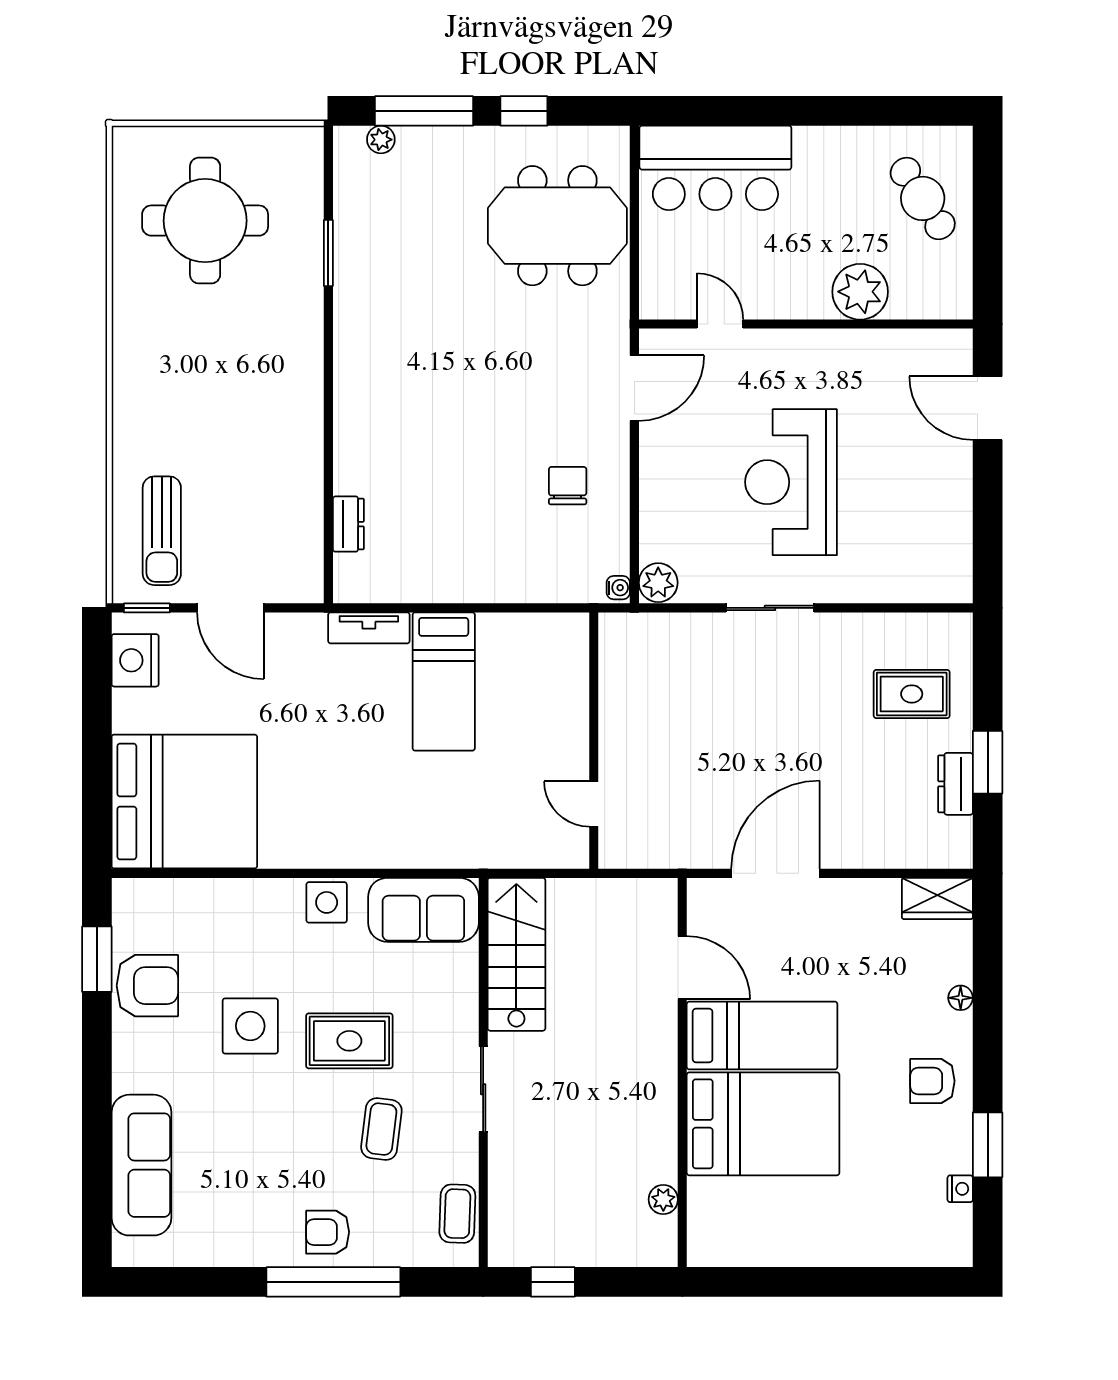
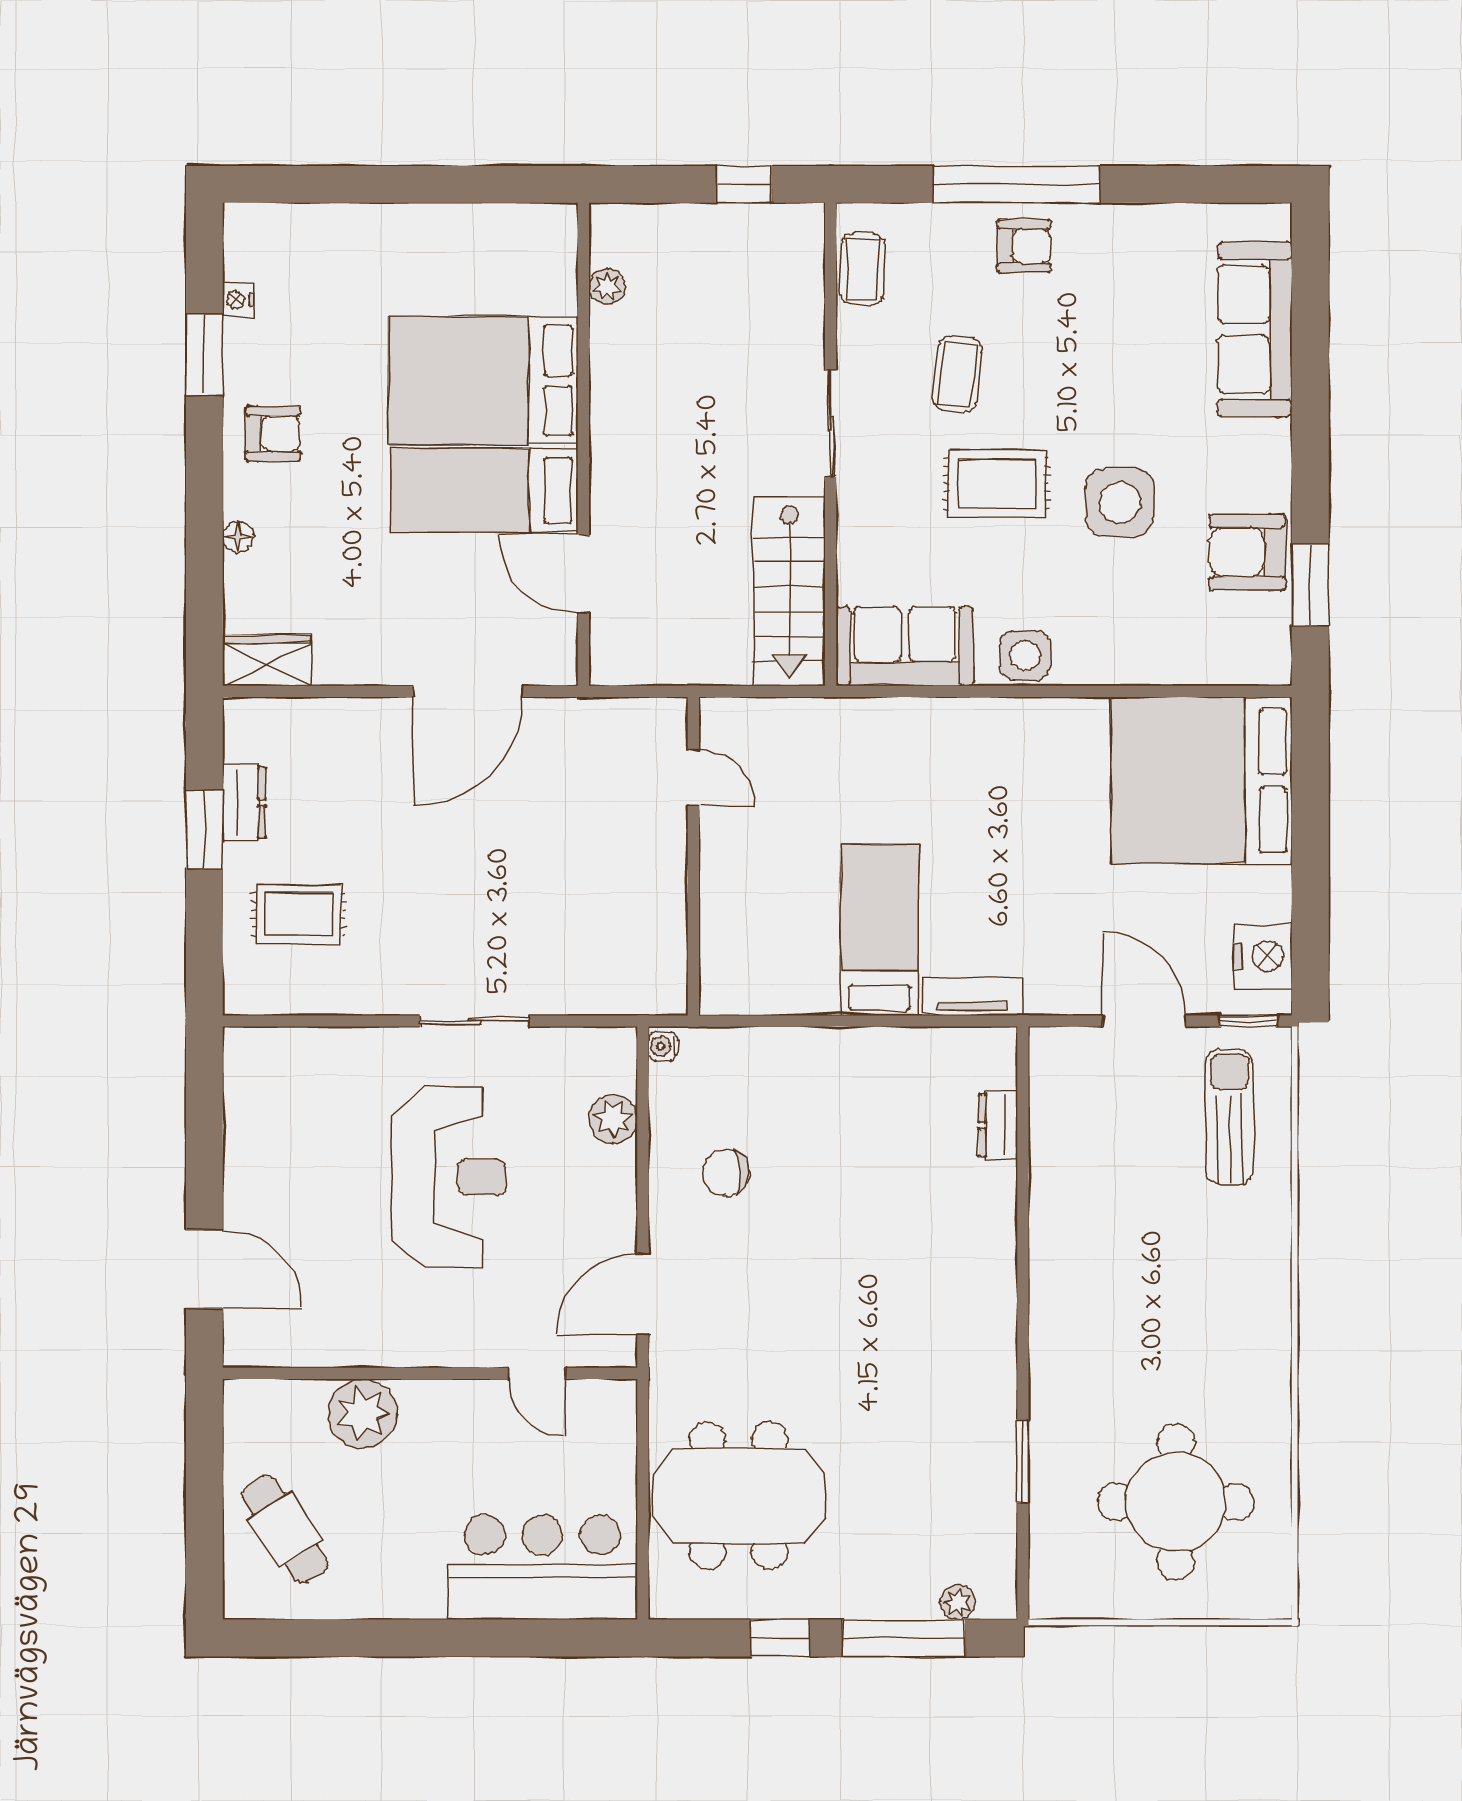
chair: (568, 486) -> (726, 1173), turned 90
plant: (658, 583) -> (613, 1119), moved

